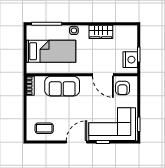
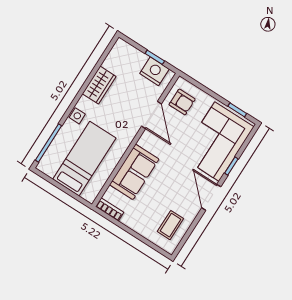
door: (103, 75) -> (152, 115), hinge flipped

